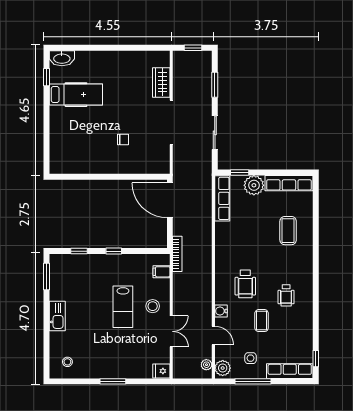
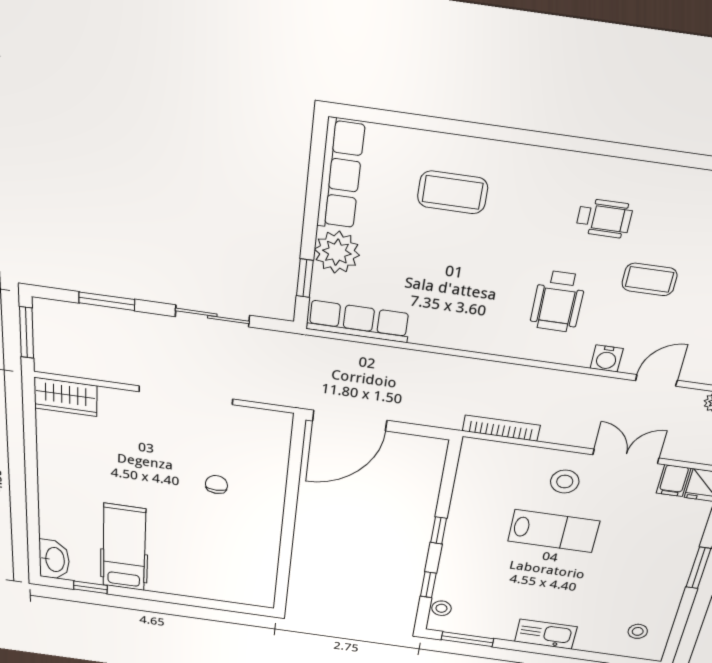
window: (193, 48) -> (27, 333), width x1.50
wardrobe: (161, 82) -> (66, 397), moved
bookcase: (177, 254) -> (501, 428), moved
stool: (65, 260) -> (441, 608), added
filing cabinet: (162, 272) -> (673, 481), moved
wheelchair: (245, 284) -> (558, 301), turned 90

